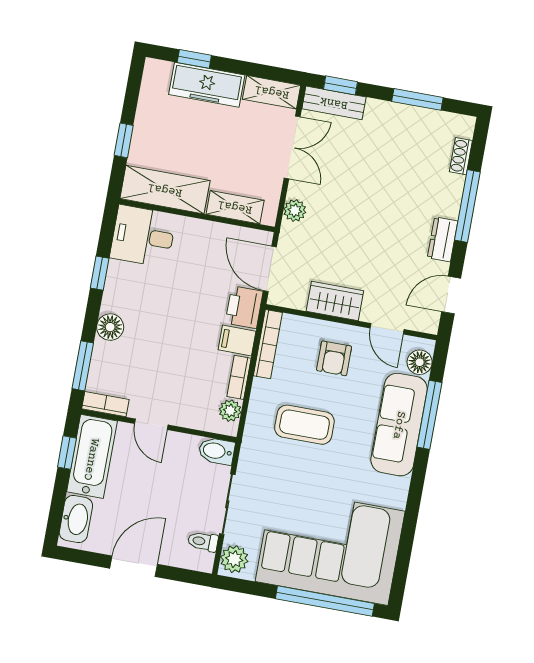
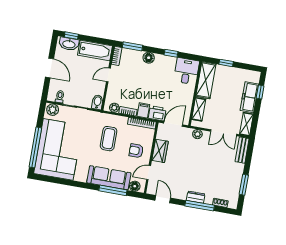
window: (341, 85) -> (249, 153), removed
dresser: (443, 239) -> (196, 197), moved
window: (67, 453) -> (71, 36), moved

